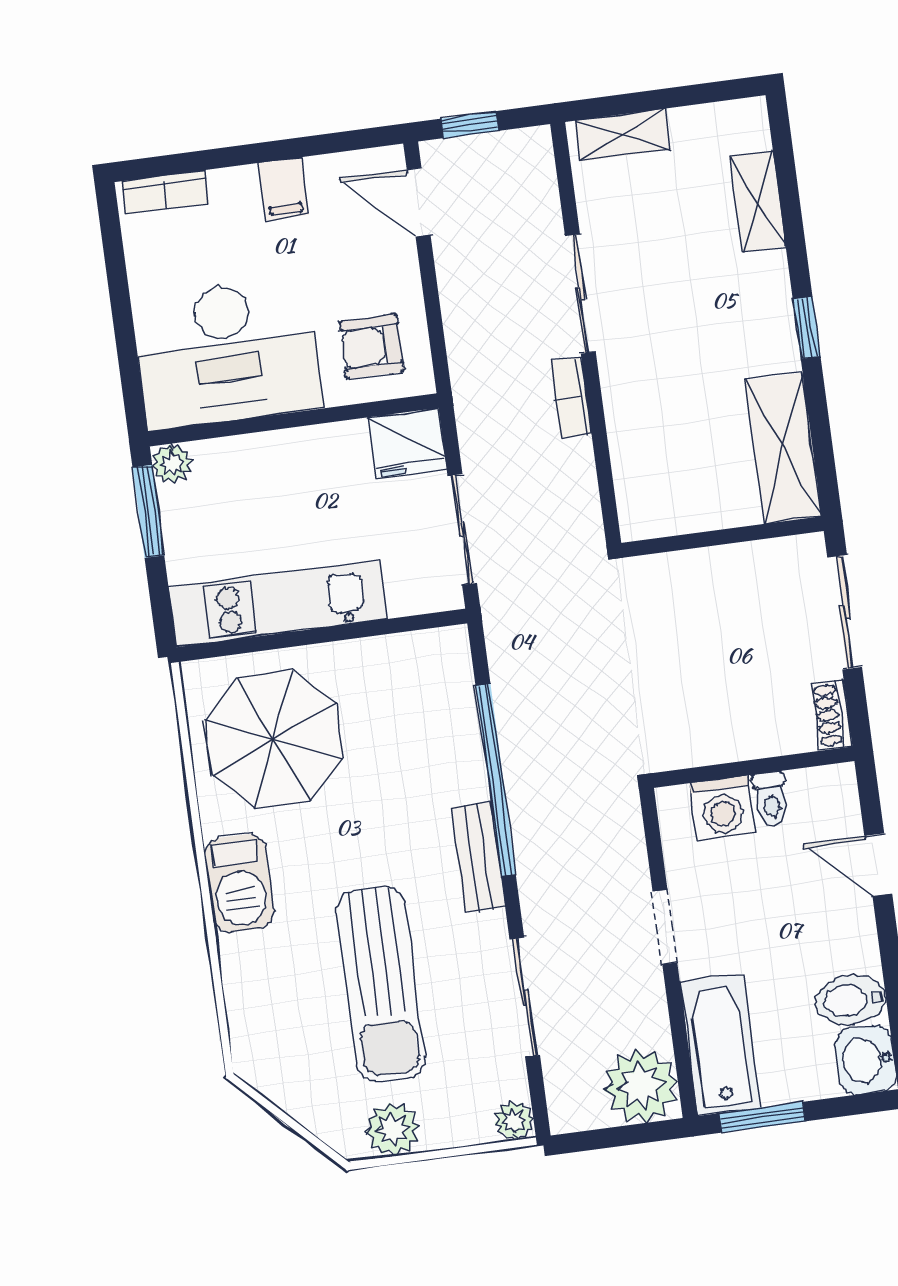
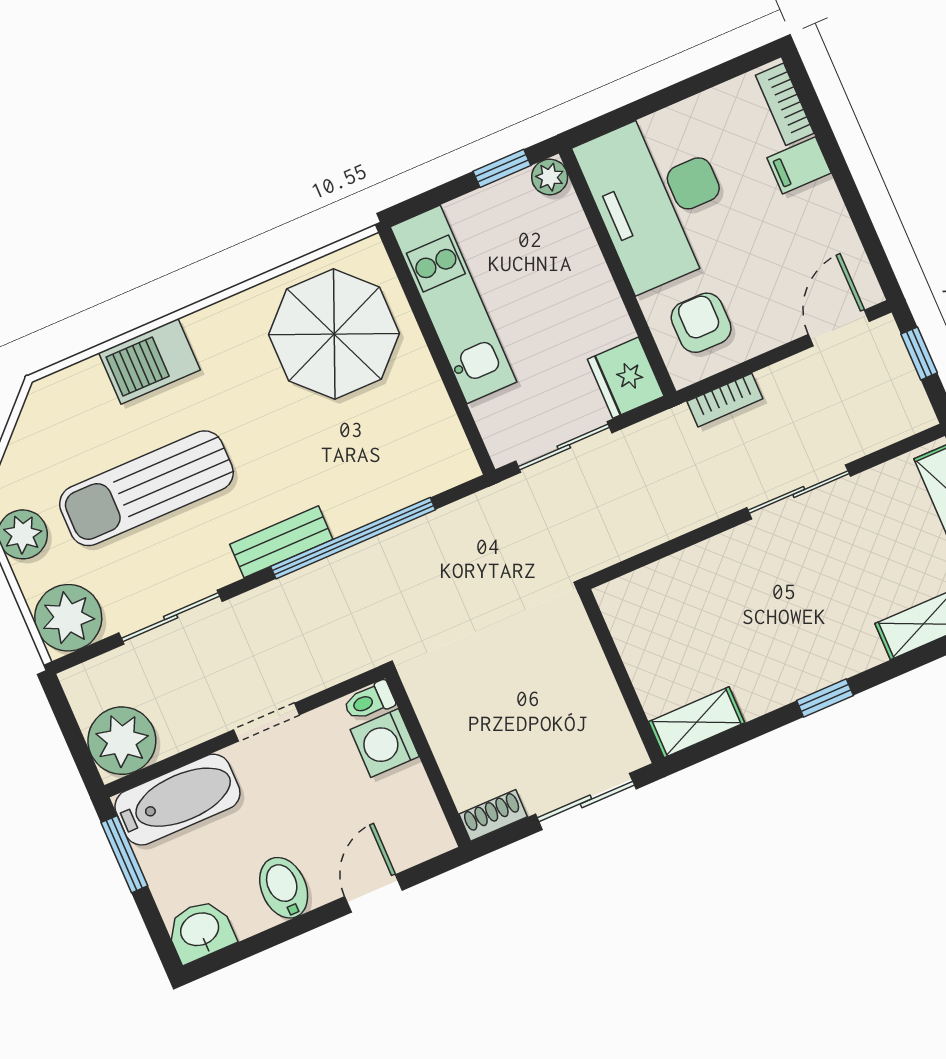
filing cabinet: (283, 189) -> (799, 165), moved
bookcase: (571, 397) -> (725, 400), moved, turned 180
shelving: (784, 448) -> (697, 722), width x0.67, depth x0.75
window: (148, 511) -> (502, 168), width x0.67
toilet: (771, 799) -> (369, 701), moved
barbecue: (239, 883) -> (149, 361), moved
bidet: (851, 1000) -> (284, 888), moved
plant: (514, 1121) -> (68, 618), width x1.88, depth x1.88

